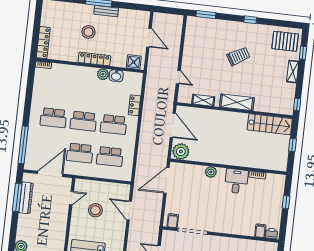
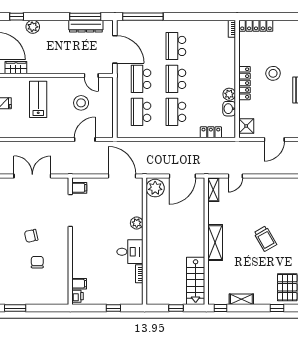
shelving: (293, 72) -> (241, 299), moved
shelving: (203, 100) -> (213, 190), moved
locker: (134, 105) -> (211, 132), moved

